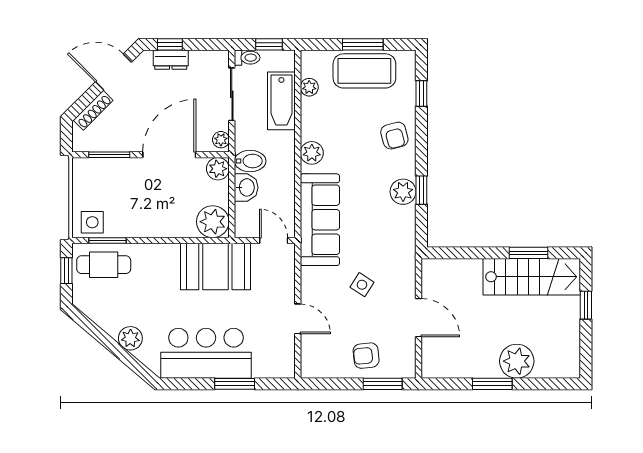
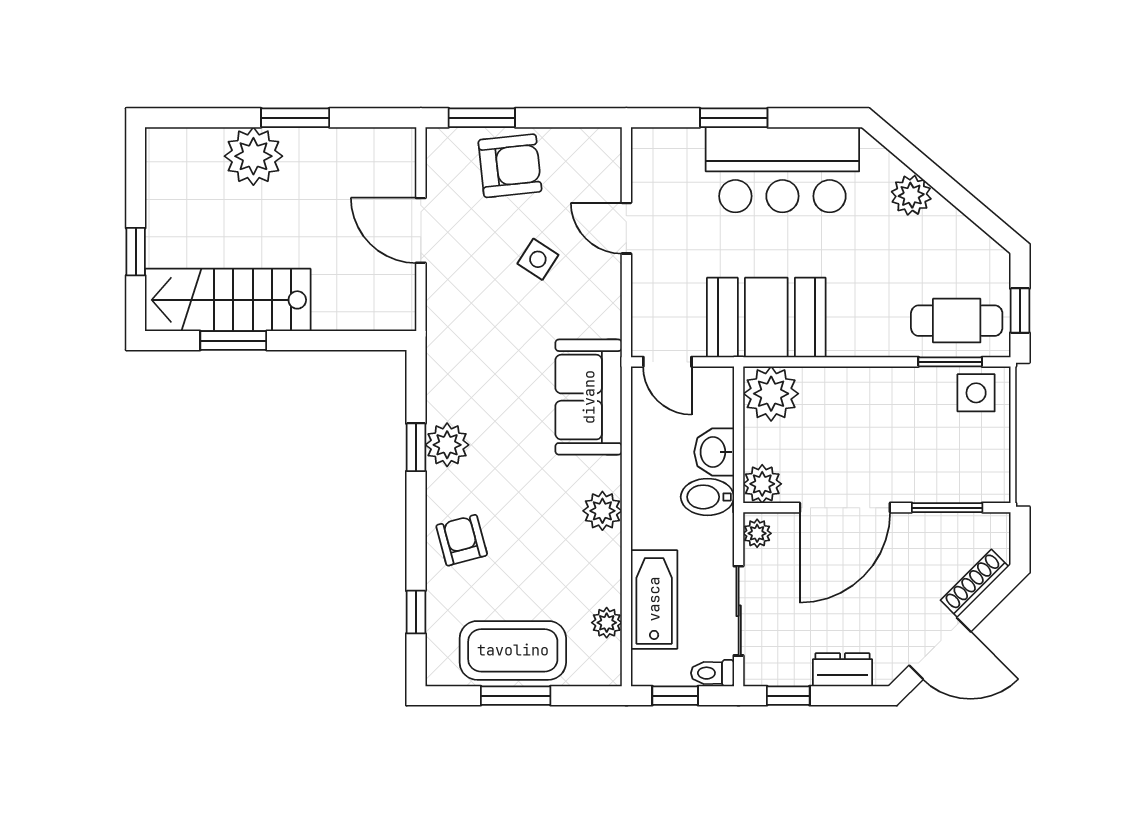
window: (170, 44) -> (788, 696), moved
sofa: (320, 220) -> (589, 397), width x0.73
side table: (362, 285) -> (538, 259), moved
armchair: (366, 356) -> (510, 166), width x1.38, depth x1.38

